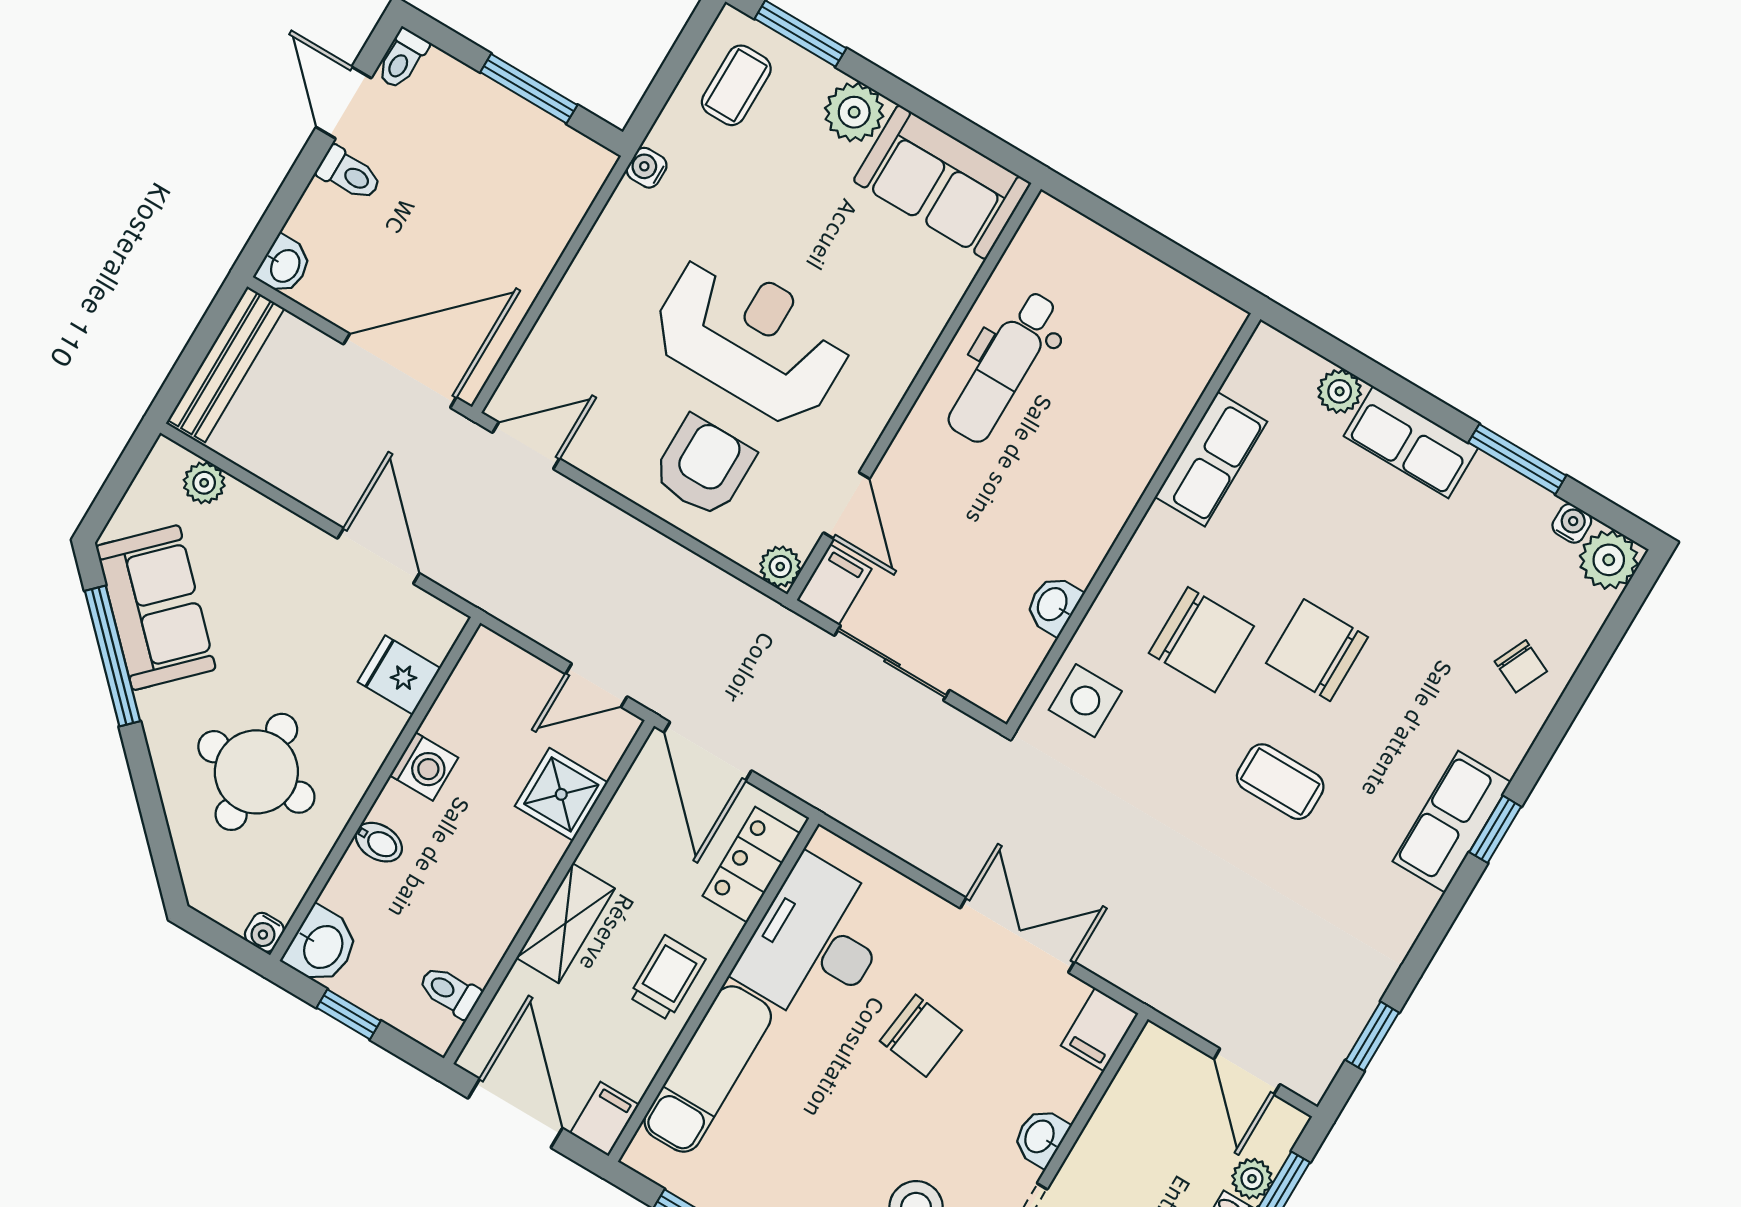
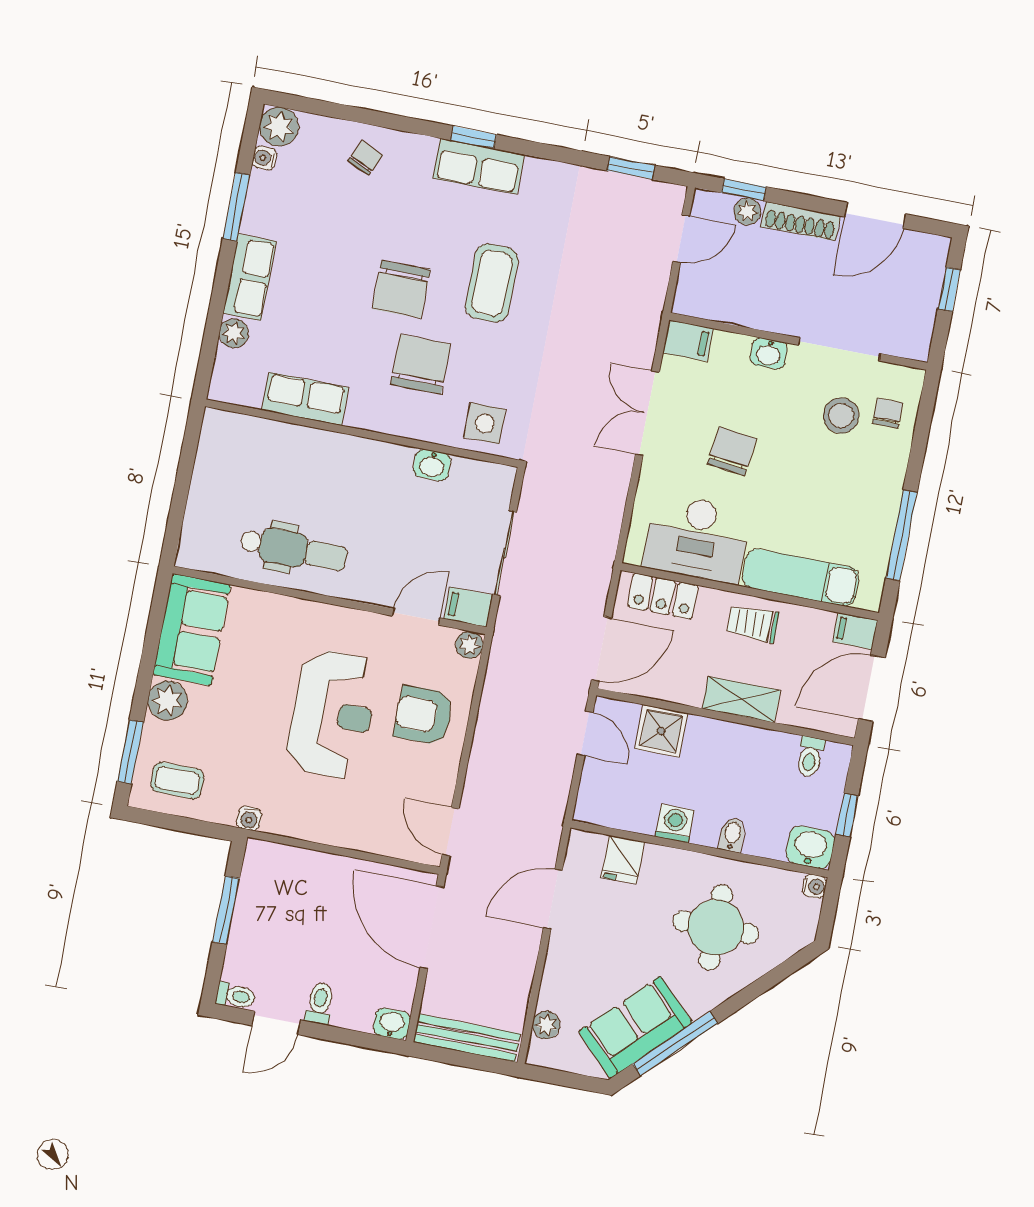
reception desk: (752, 338) -> (332, 714), turned 180
coffee table: (1280, 782) -> (492, 283), width x1.36, depth x1.30

